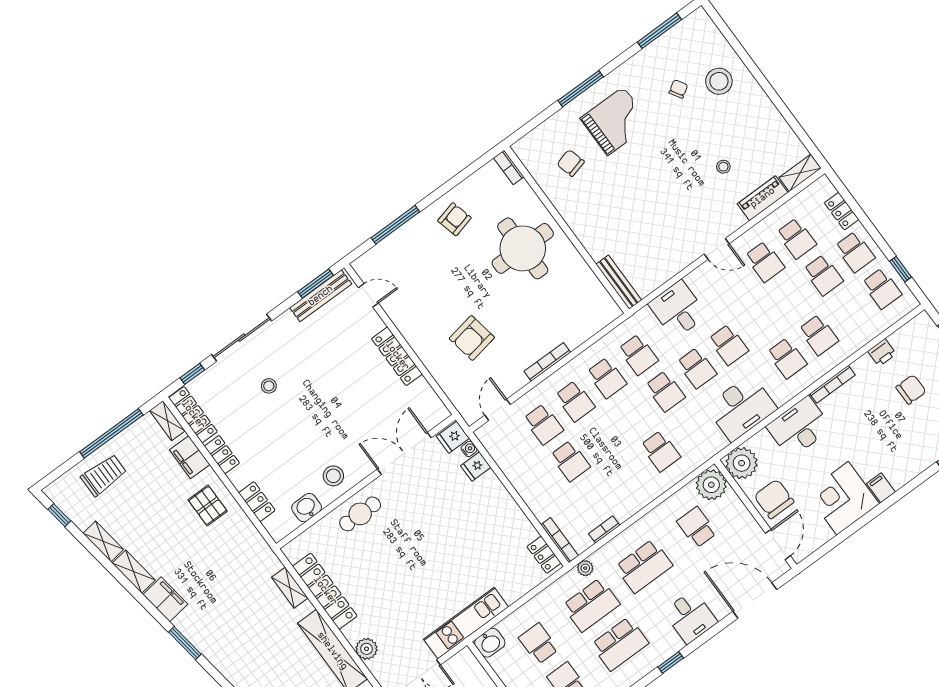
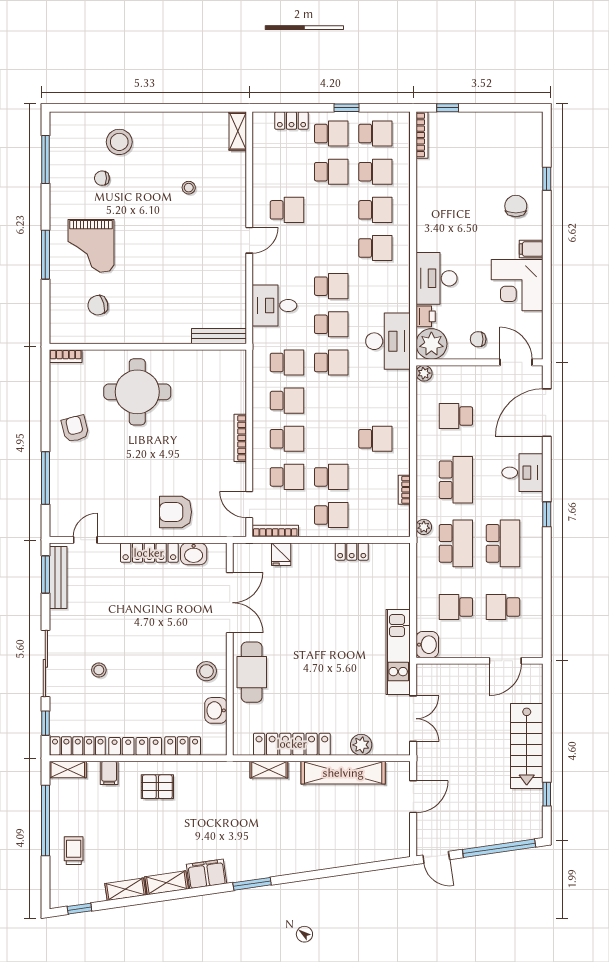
chair: (678, 89) -> (102, 178), turned -58
grand piano: (616, 121) -> (91, 246), turned 180
piano: (763, 198) -> (236, 175), removed
school desk: (796, 238) -> (375, 172), moved
window: (901, 269) -> (347, 108), moved
armchair: (472, 338) -> (176, 512), moved, turned 100
printer: (882, 353) -> (426, 316), moved
bookcase: (832, 384) -> (422, 135), moved
chair: (911, 389) -> (516, 206), moved
washbasin: (423, 394) -> (194, 554), added
desk: (741, 408) -> (388, 341), moved
fridge: (453, 437) -> (245, 555), removed
water cooler: (469, 449) -> (263, 549), removed
school desk: (661, 451) -> (375, 439), moved
double door: (404, 453) -> (230, 603), swing flipped
locker: (222, 455) -> (135, 746), width x1.53
filing cabinet: (190, 457) -> (109, 773), width x0.50
trolley: (104, 475) -> (74, 851), width x0.73, depth x0.72
school desk: (539, 484) -> (331, 515), added
plant: (711, 485) -> (424, 373), width x0.53, depth x0.53
chair: (774, 499) -> (478, 339), width x0.54, depth x0.54
cafe table: (360, 514) -> (252, 672), width x1.37, depth x1.35
bookcase: (560, 540) -> (275, 531), moved
locker: (544, 555) -> (352, 552), moved

